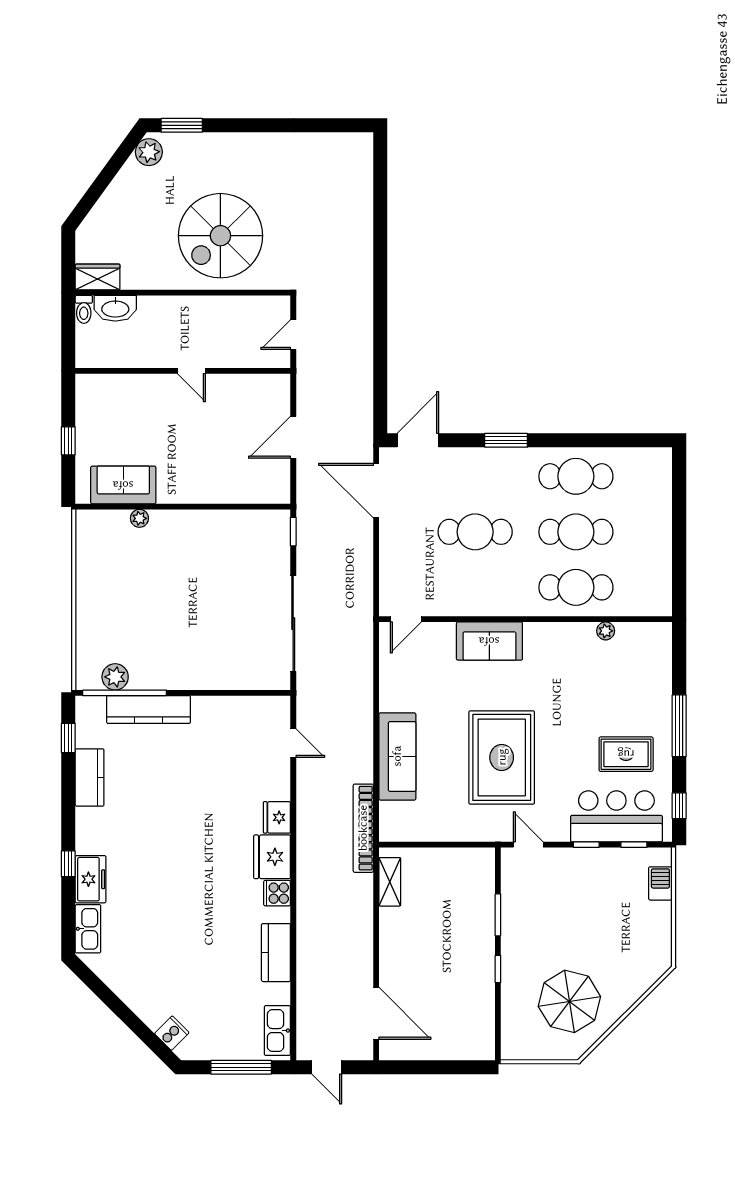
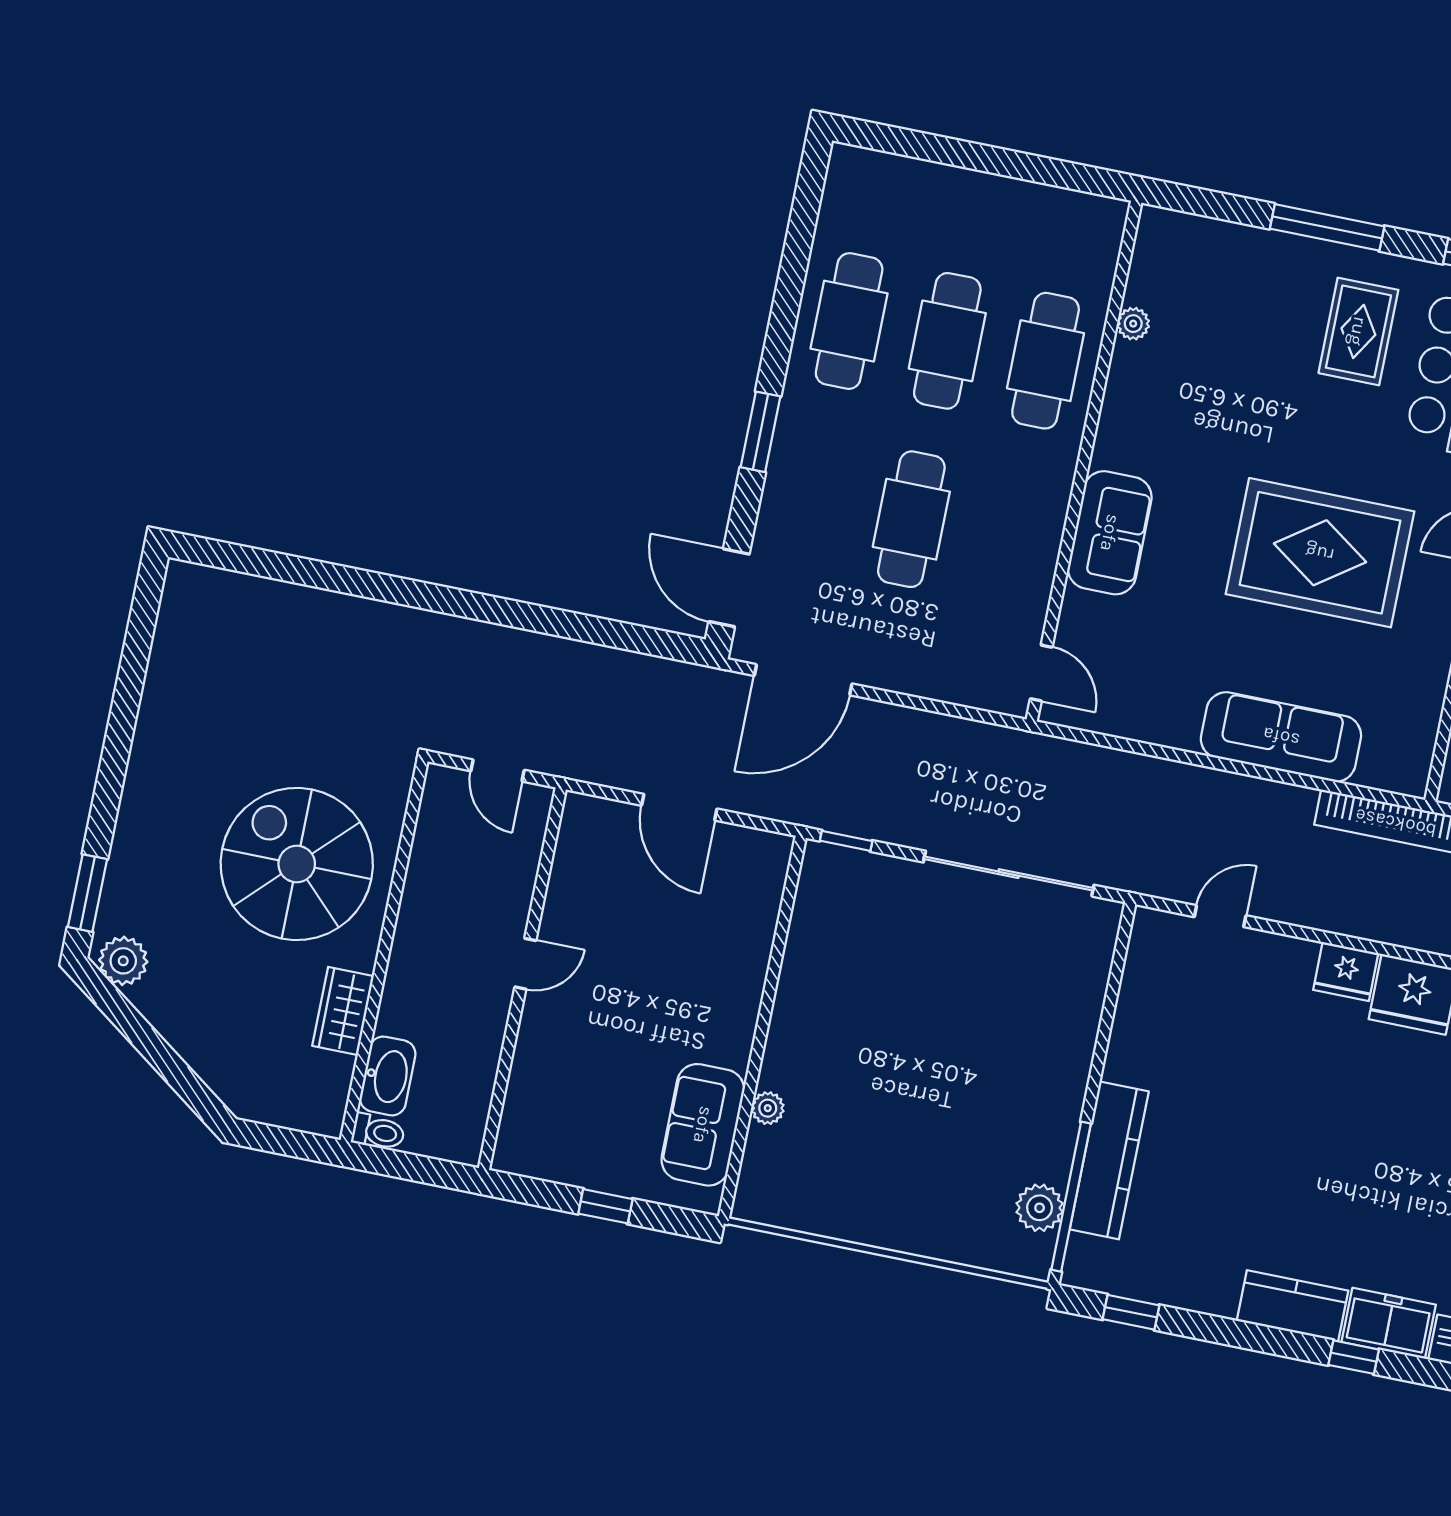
spiral stairs: (220, 236) -> (297, 864), turned 180
wardrobe: (98, 277) -> (343, 1011), moved
kitchen counter: (90, 777) -> (1293, 1306), moved

